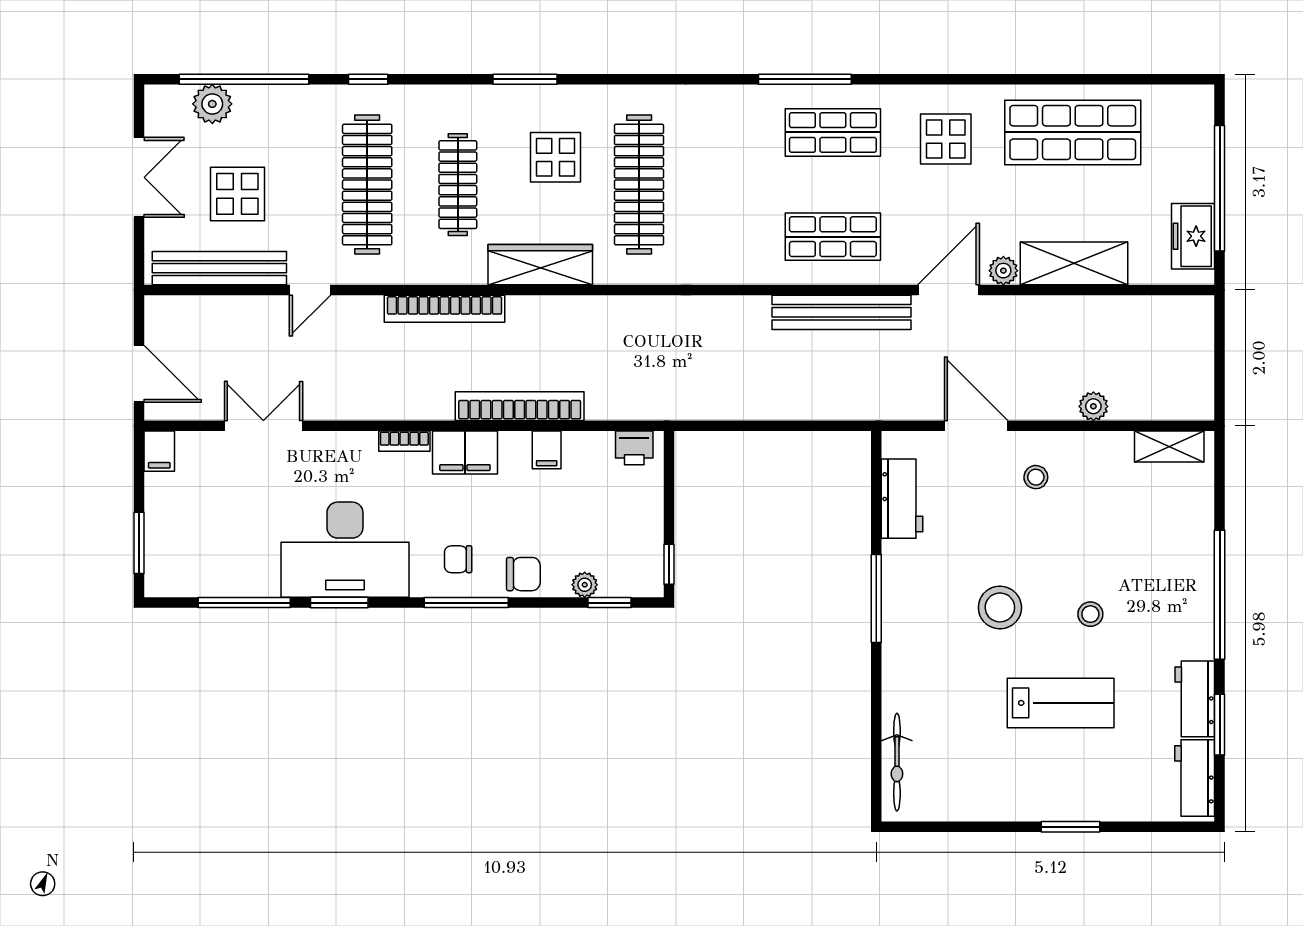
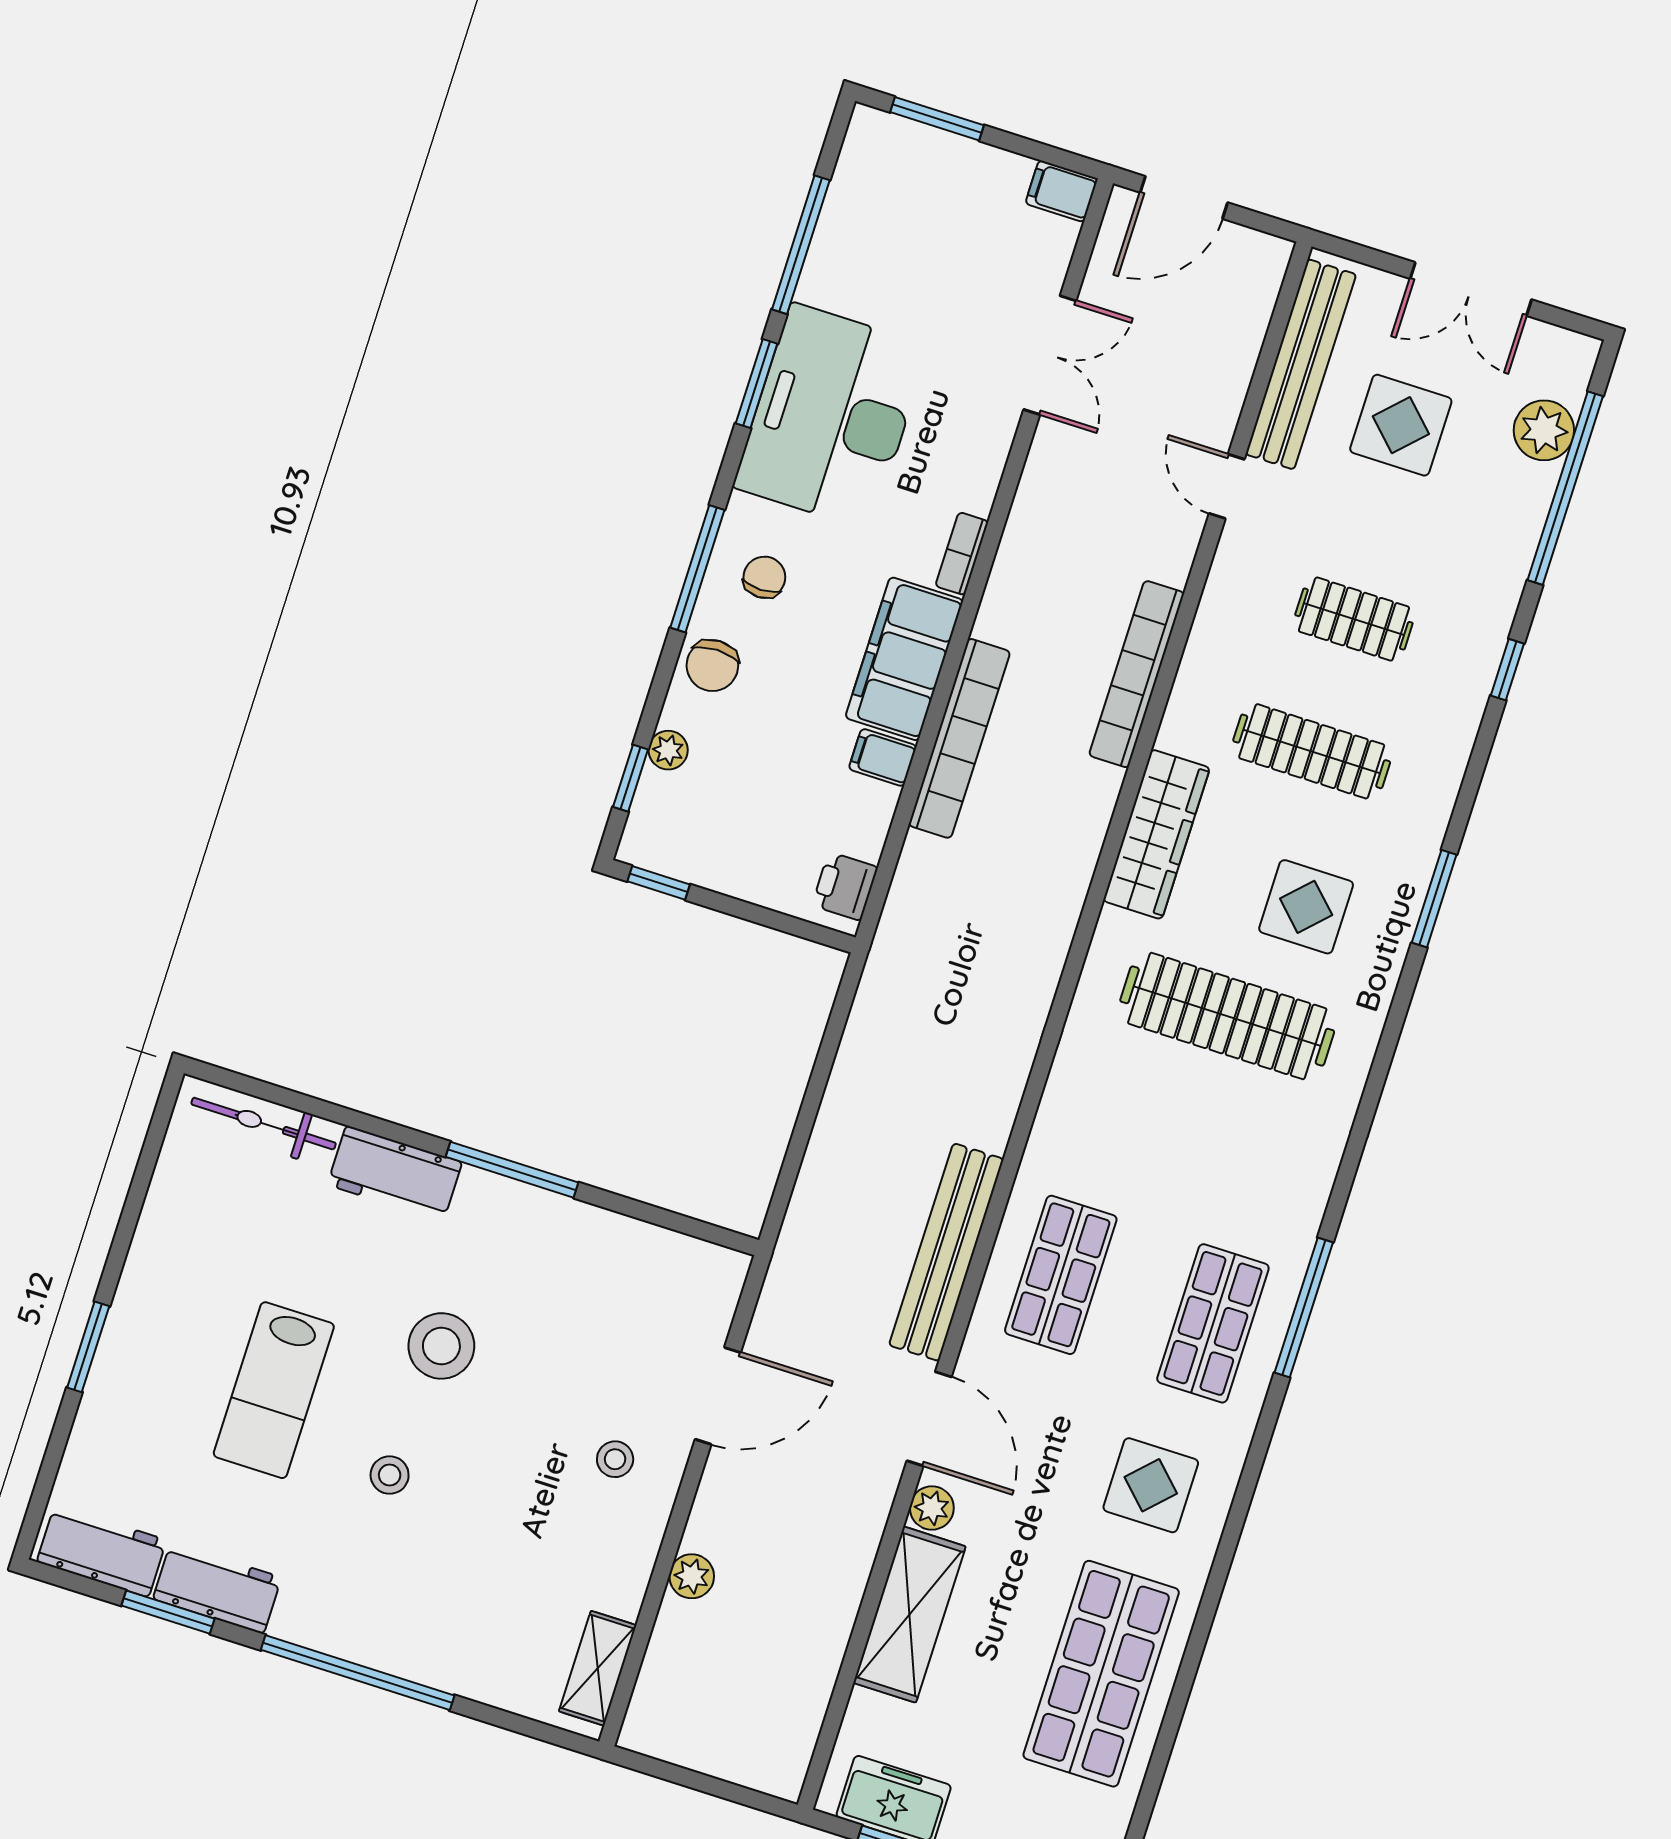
clothes rail: (367, 185) -> (1354, 619), width x0.54, depth x0.76
filing cabinet: (465, 452) -> (904, 659), width x1.50, depth x1.17
workbench: (902, 499) -> (395, 1173), moved

